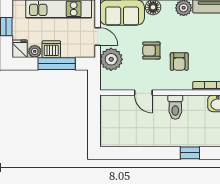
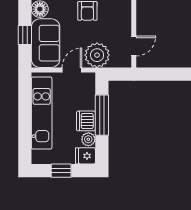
door: (143, 93) -> (134, 46), moved

